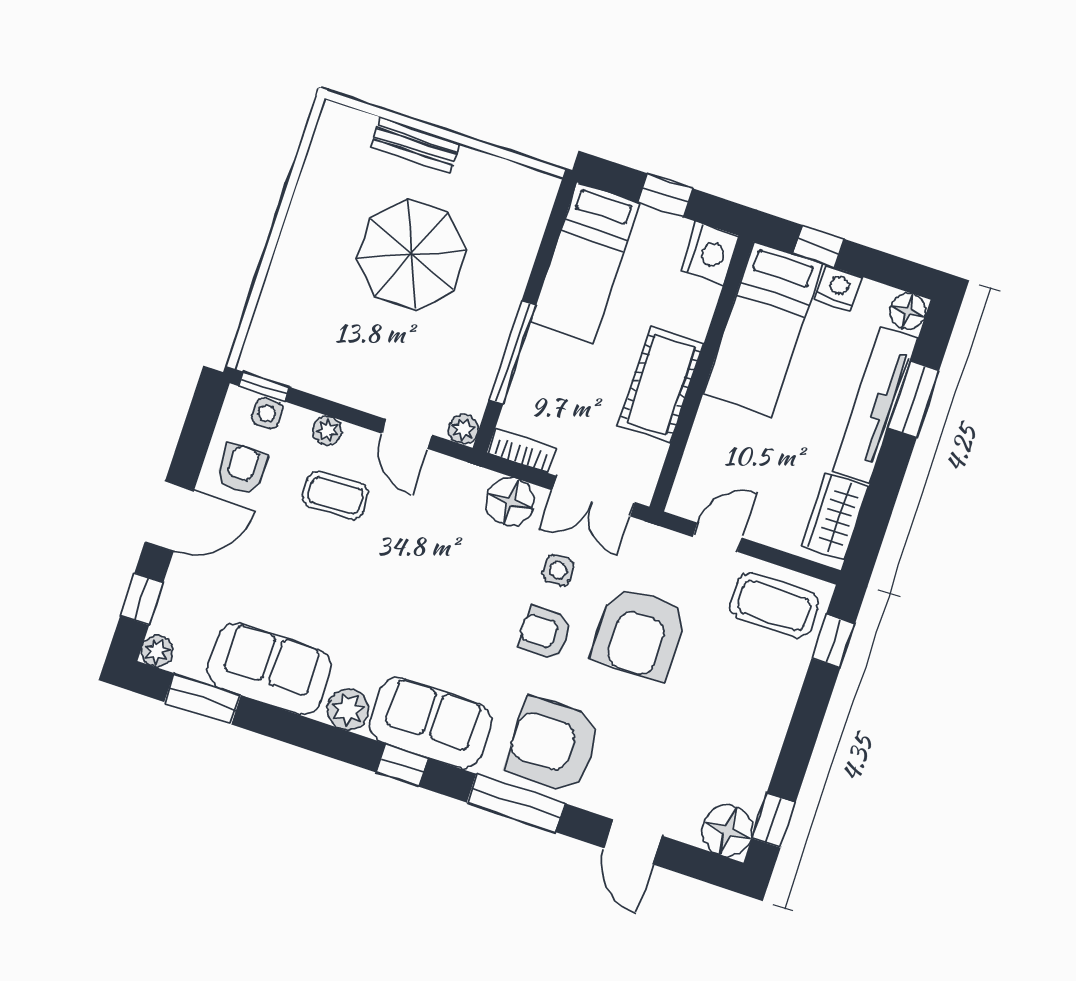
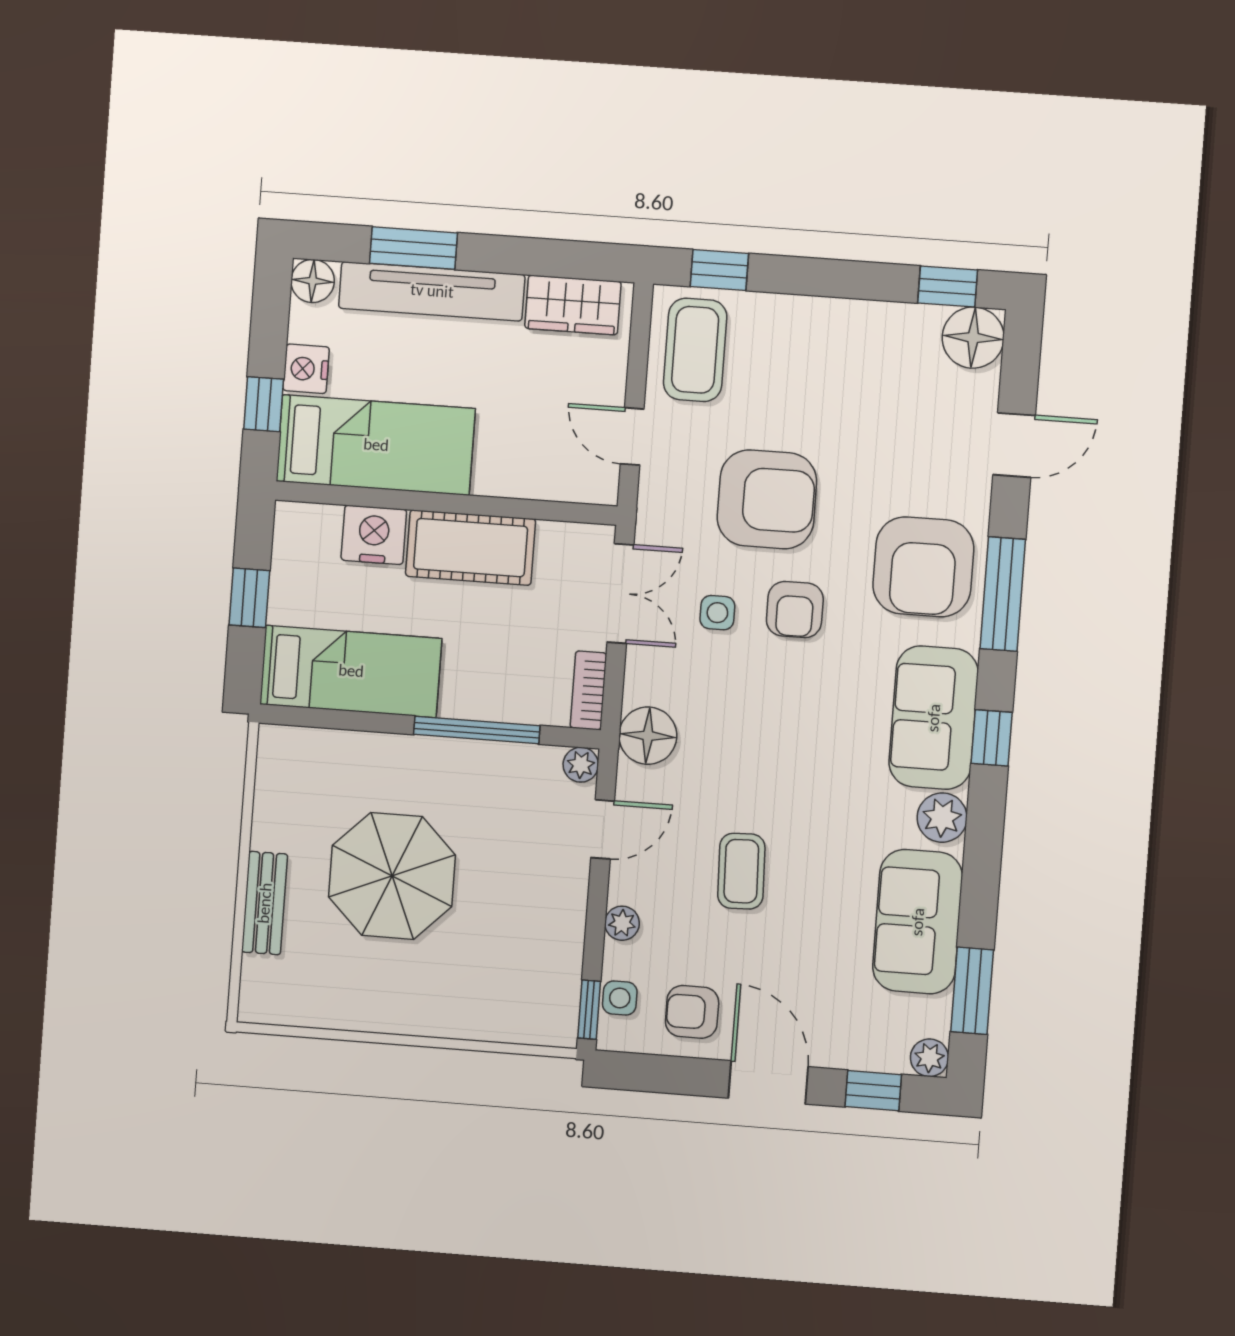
nightstand: (709, 253) -> (374, 535), moved
coffee table: (336, 495) -> (741, 871), moved
floor lamp: (510, 502) -> (648, 736), moved

